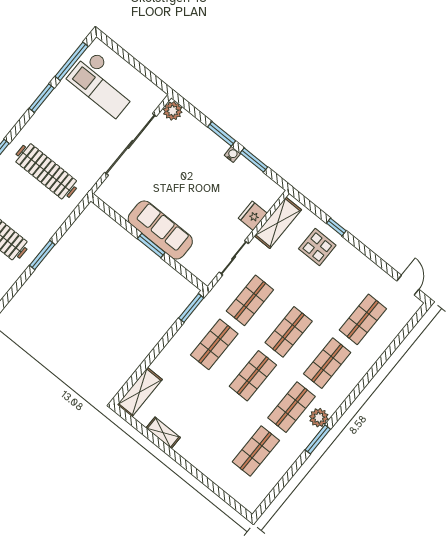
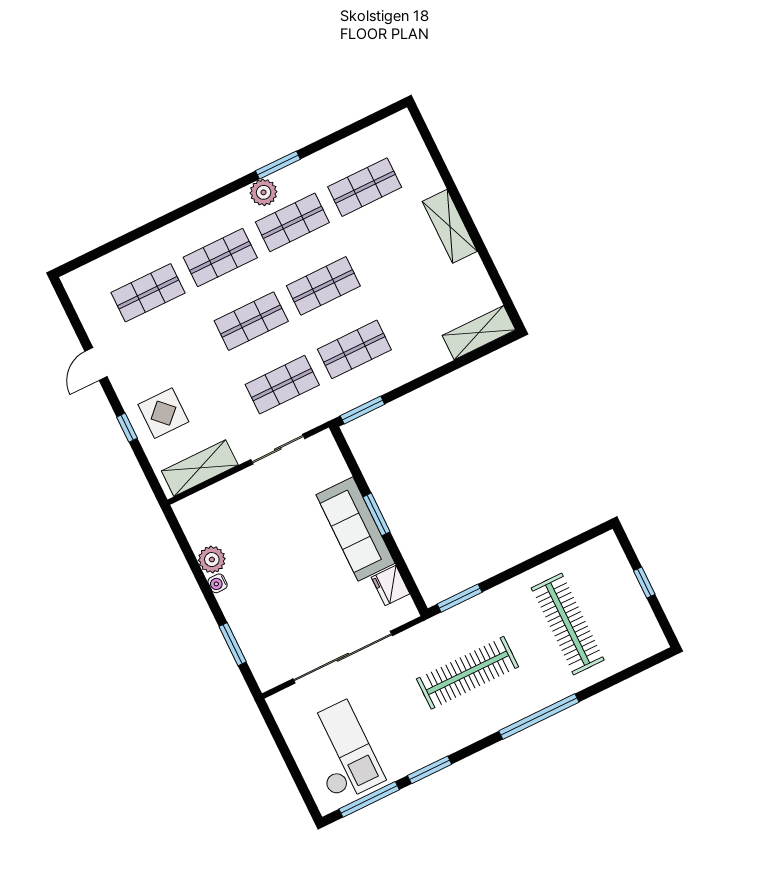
plant: (173, 111) -> (212, 560), moved
window: (222, 134) -> (233, 644), moved
window: (254, 160) -> (193, 563), removed
clothes rail: (46, 171) -> (467, 673), turned 90
fridge: (253, 216) -> (391, 586), moved, turned 90
window: (42, 255) -> (460, 598), moved
door: (408, 285) -> (96, 364), moved
shelving: (163, 433) -> (450, 226), moved, width x1.50, depth x1.33

